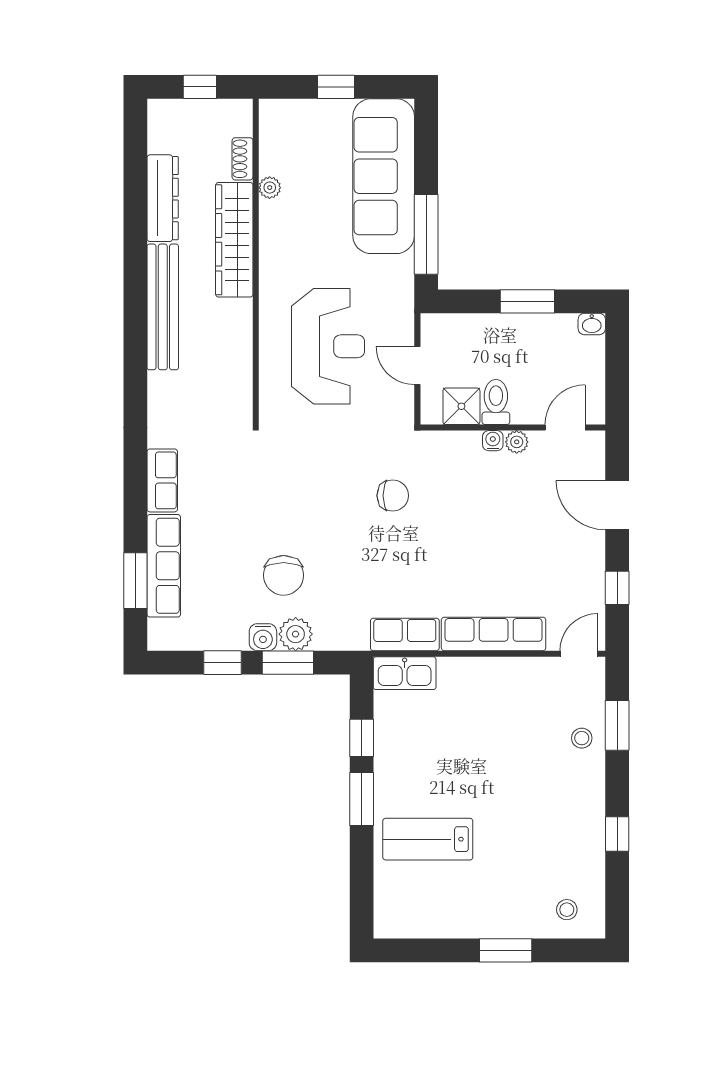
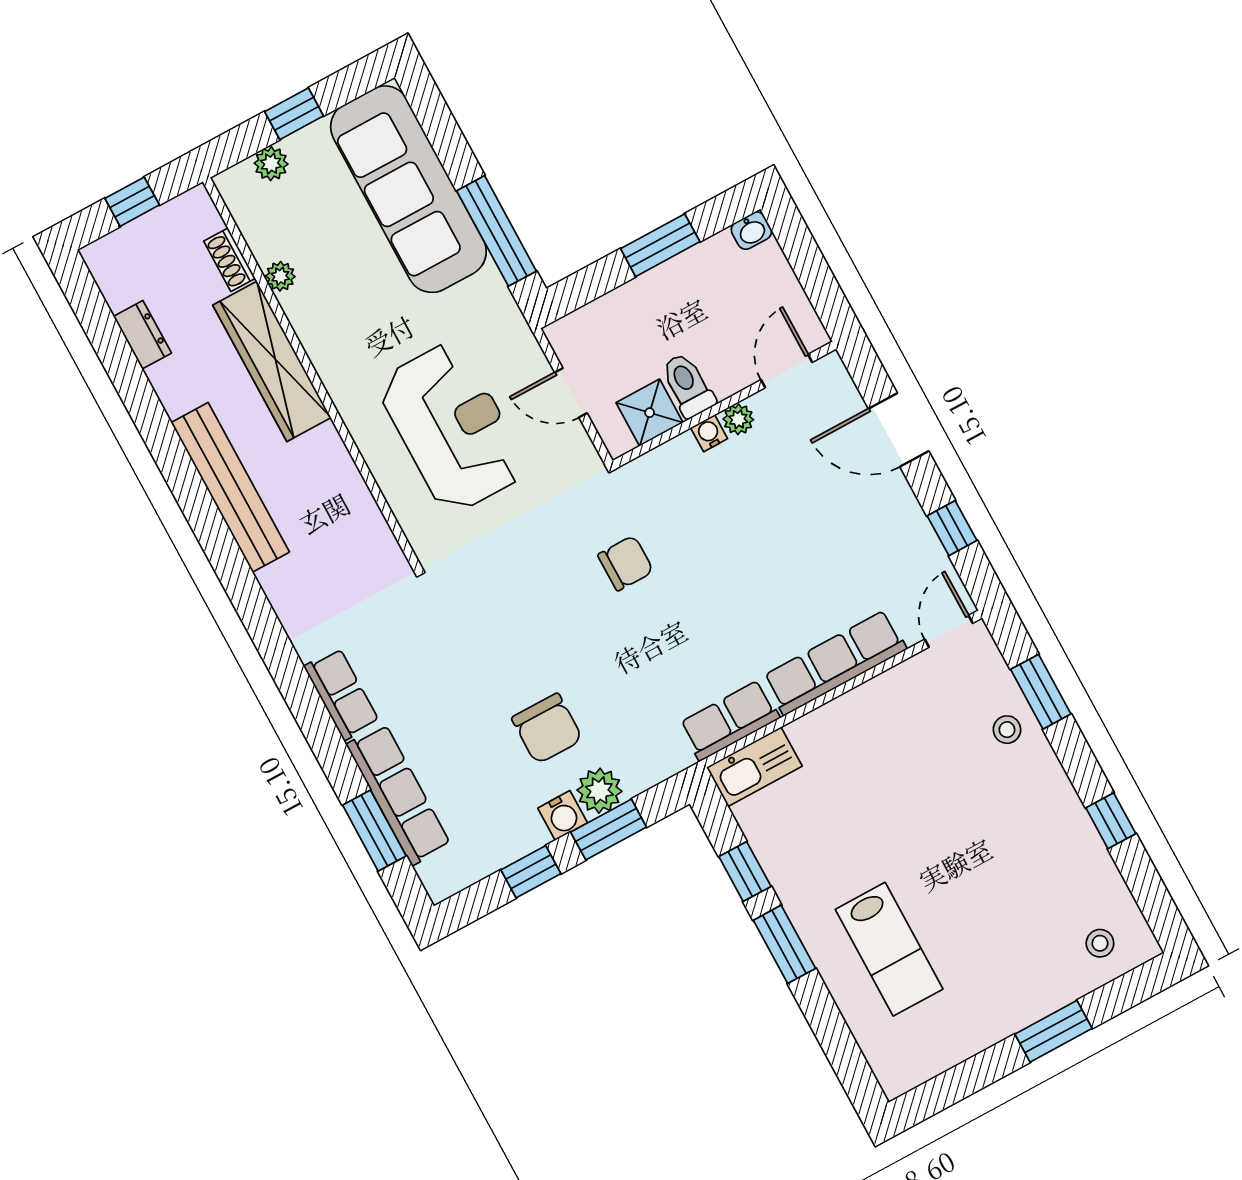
plant: (303, 111) -> (271, 164), added
dresser: (163, 198) -> (142, 335), width x0.51, depth x0.80
lab bench: (428, 839) -> (889, 949), turned -90

